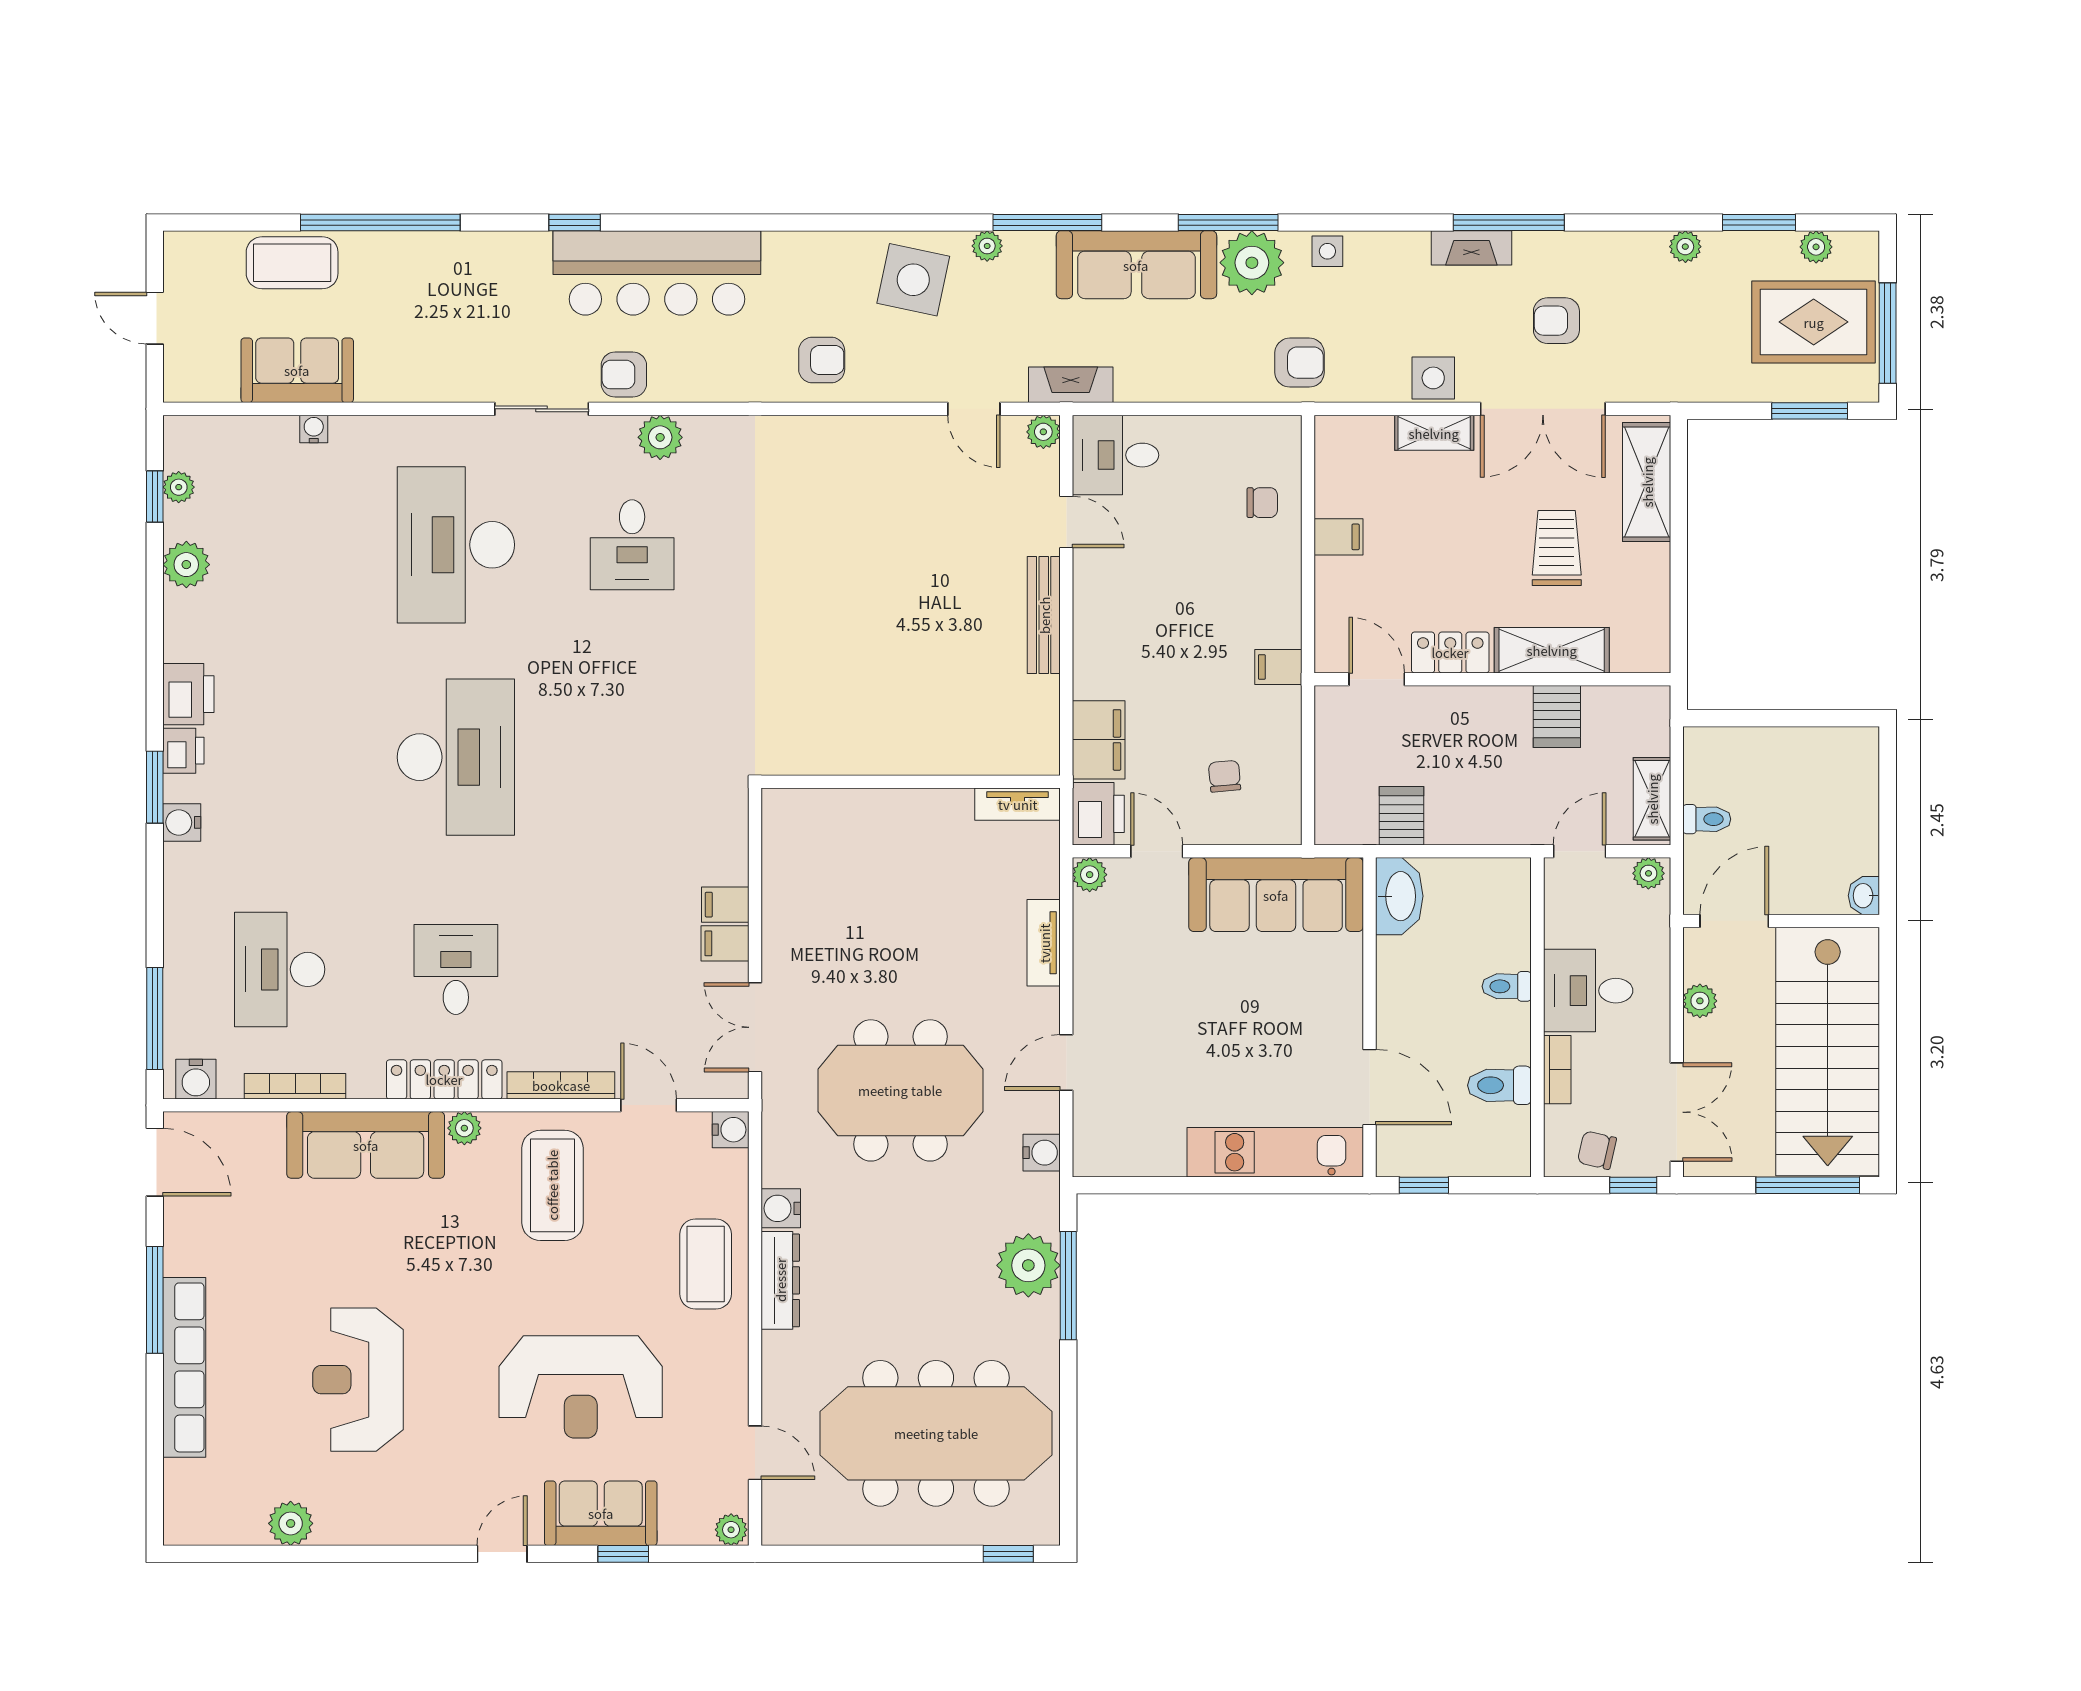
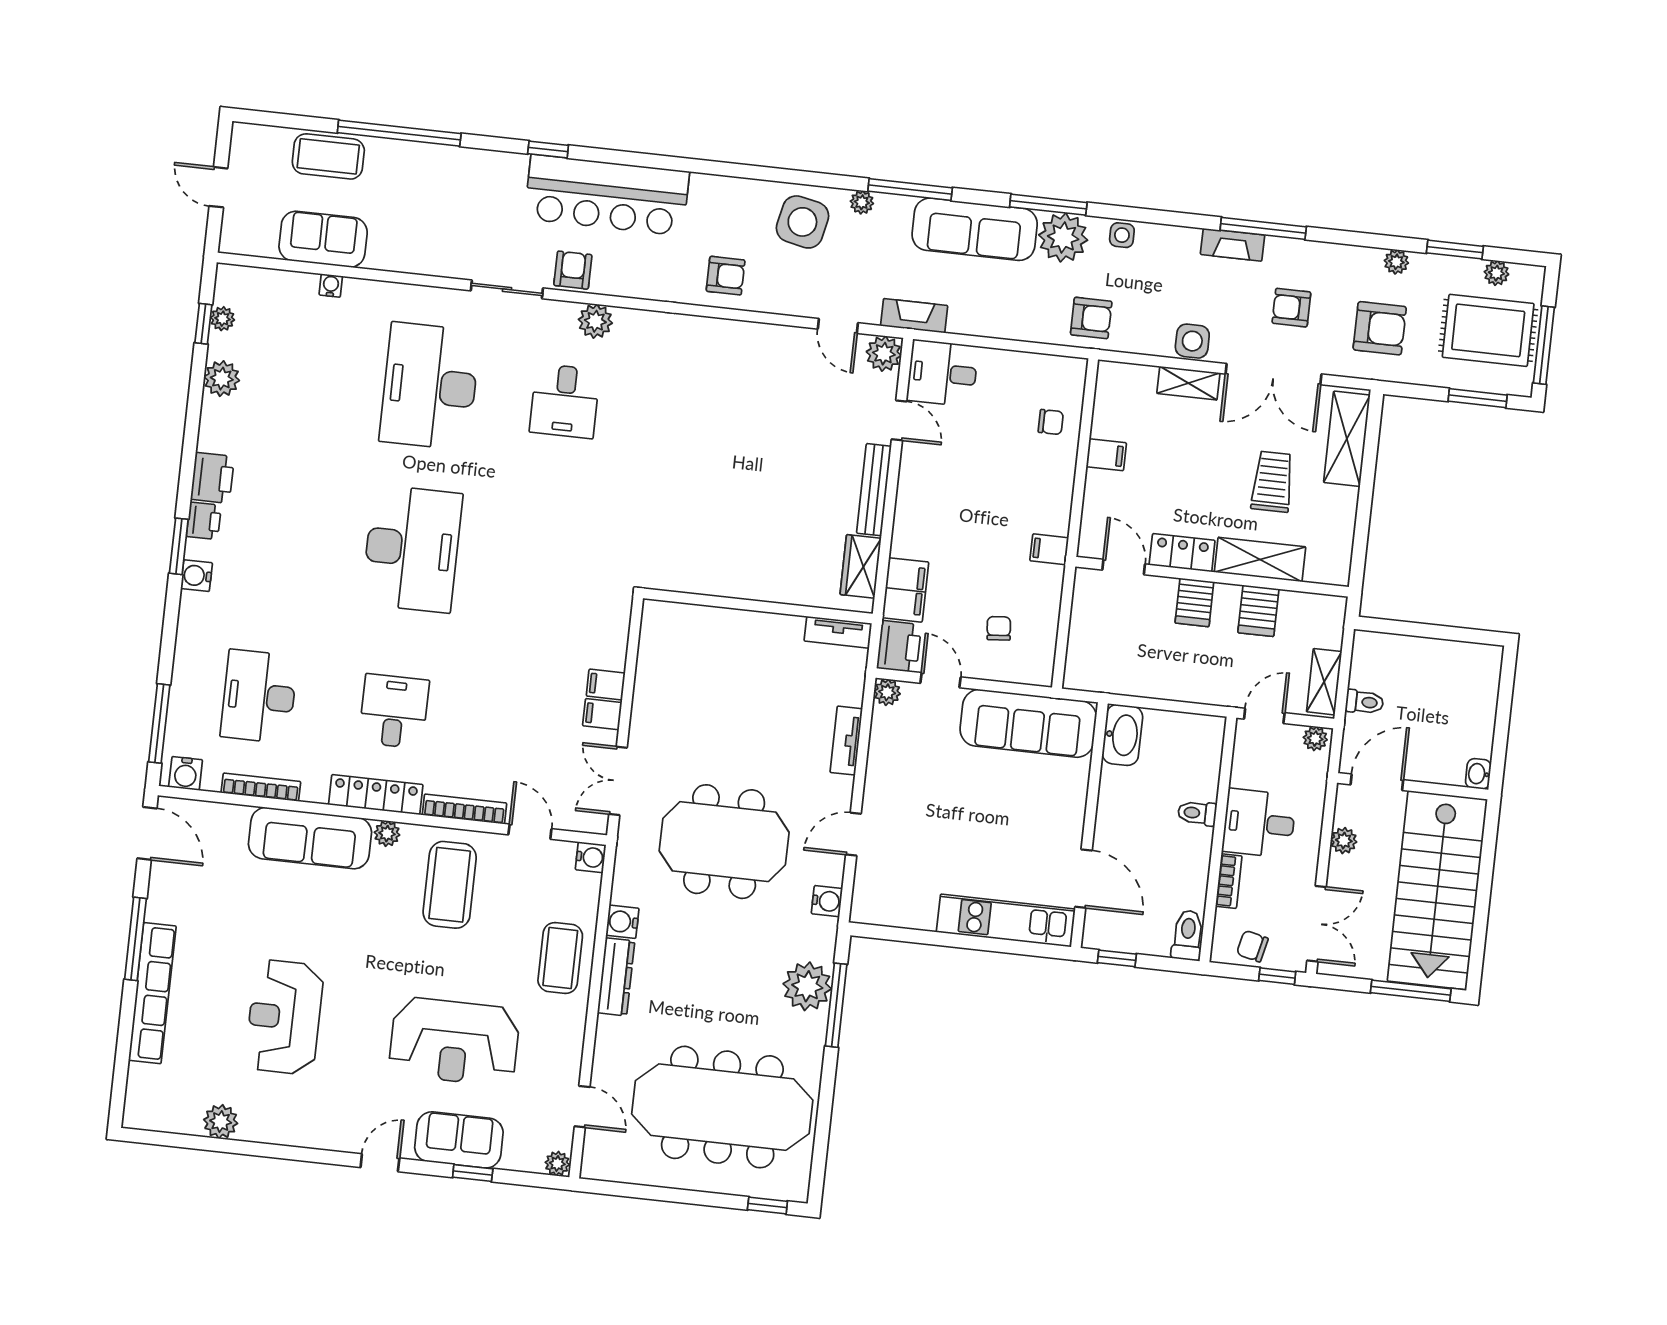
armchair: (1673, 335) -> (1380, 328), added
armchair: (624, 375) -> (573, 270), turned 90
plant: (1043, 432) -> (884, 354), width x1.38, depth x1.38
wardrobe: (1037, 716) -> (861, 566), added
server rack: (1402, 816) -> (1194, 602), moved, turned 180
toilet: (1499, 1085) -> (1188, 935), moved, turned 90

